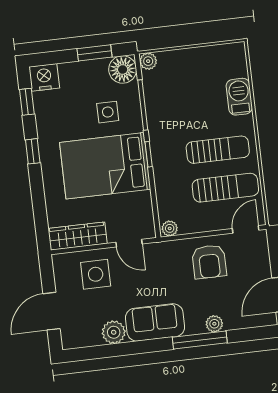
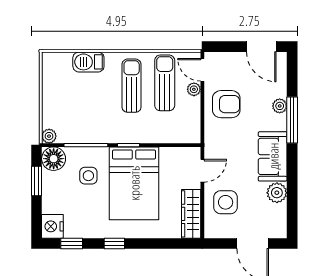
plant: (170, 228) -> (194, 89), moved

